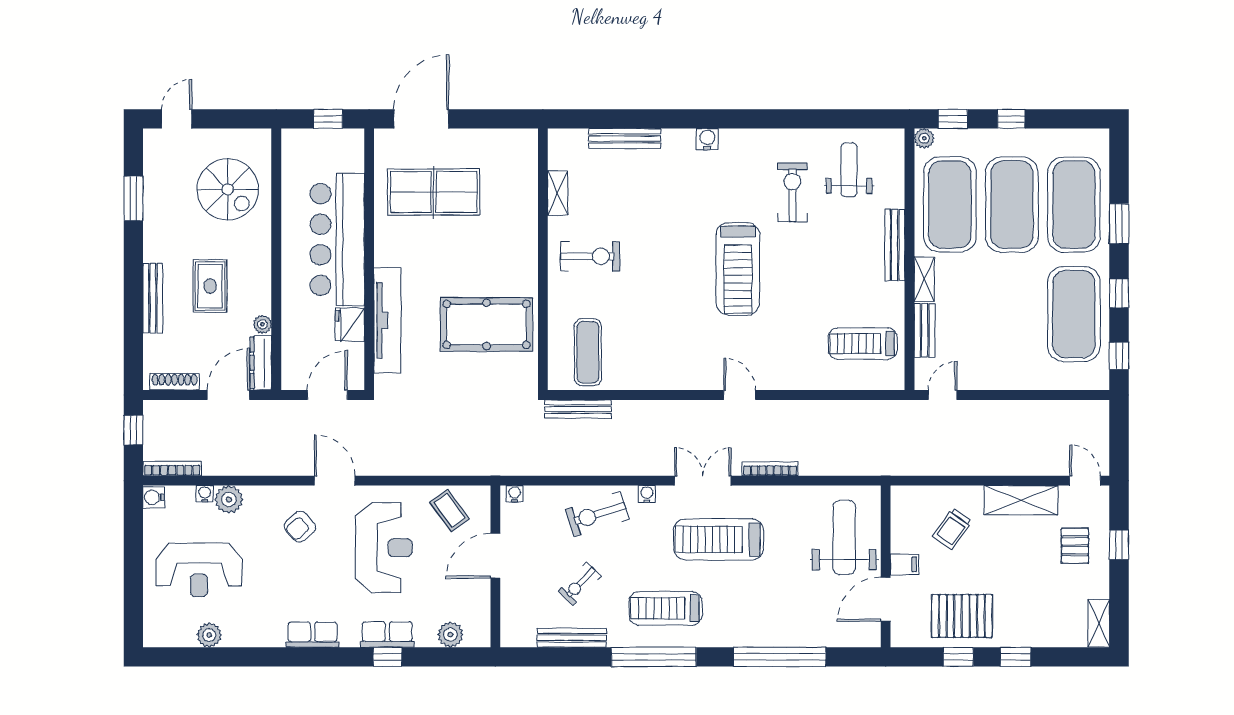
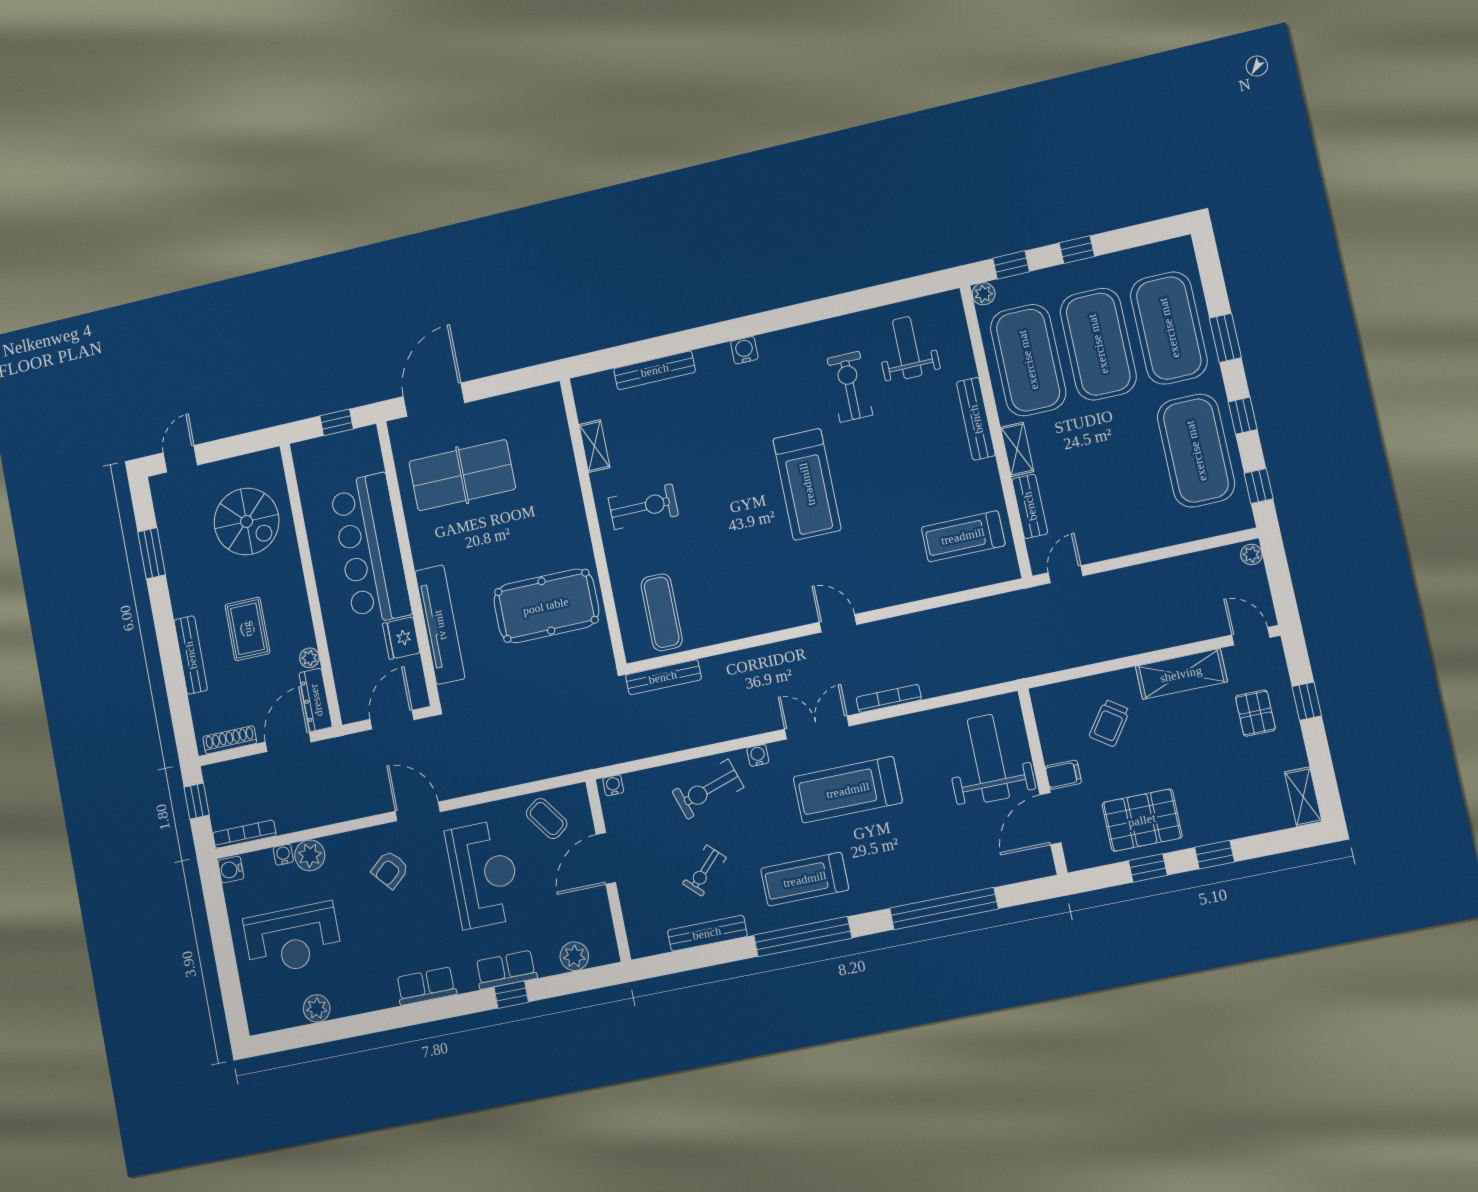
plant: (1101, 412) -> (1251, 554), added

